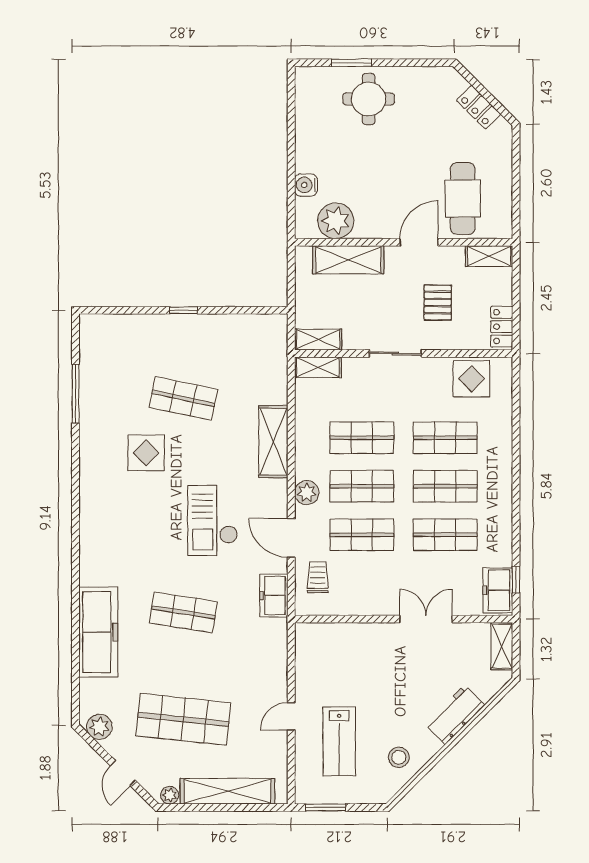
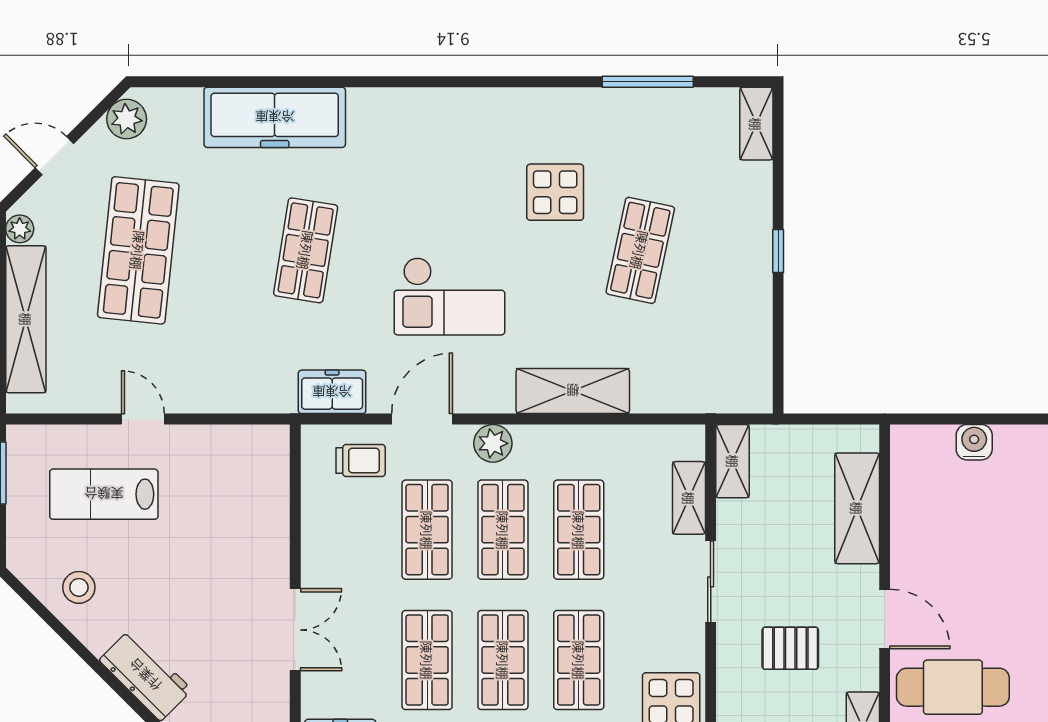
plant: (336, 221) -> (918, 489), removed
shelving: (102, 324) -> (756, 124), added
shelving: (318, 367) -> (689, 498), moved
checkout: (213, 520) -> (449, 296), turned 180

